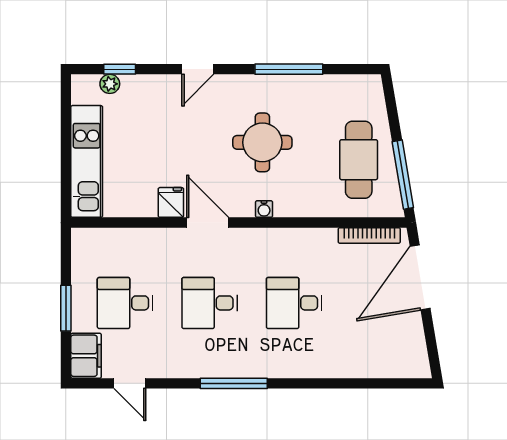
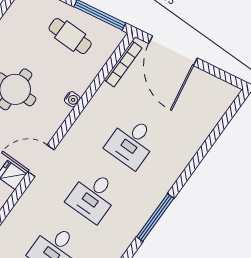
cafe table: (359, 160) -> (70, 36), width x0.73, depth x0.74
water cooler: (264, 209) -> (72, 99), moved

